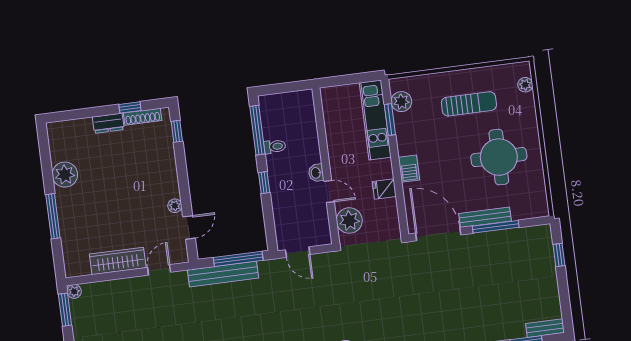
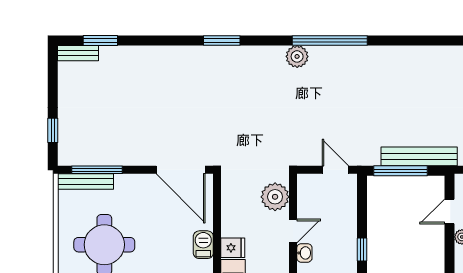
fridge: (384, 189) -> (233, 248), moved
door: (329, 192) -> (293, 231), swing flipped
bench: (485, 217) -> (86, 181), moved
window: (496, 227) -> (97, 170), moved

